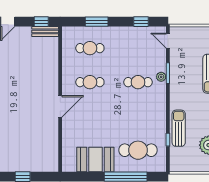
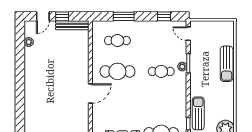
window: (41, 22) -> (62, 16), moved
bench: (45, 31) -> (72, 25), width x1.36
cafe table: (90, 82) -> (117, 71), width x1.37, depth x1.35

